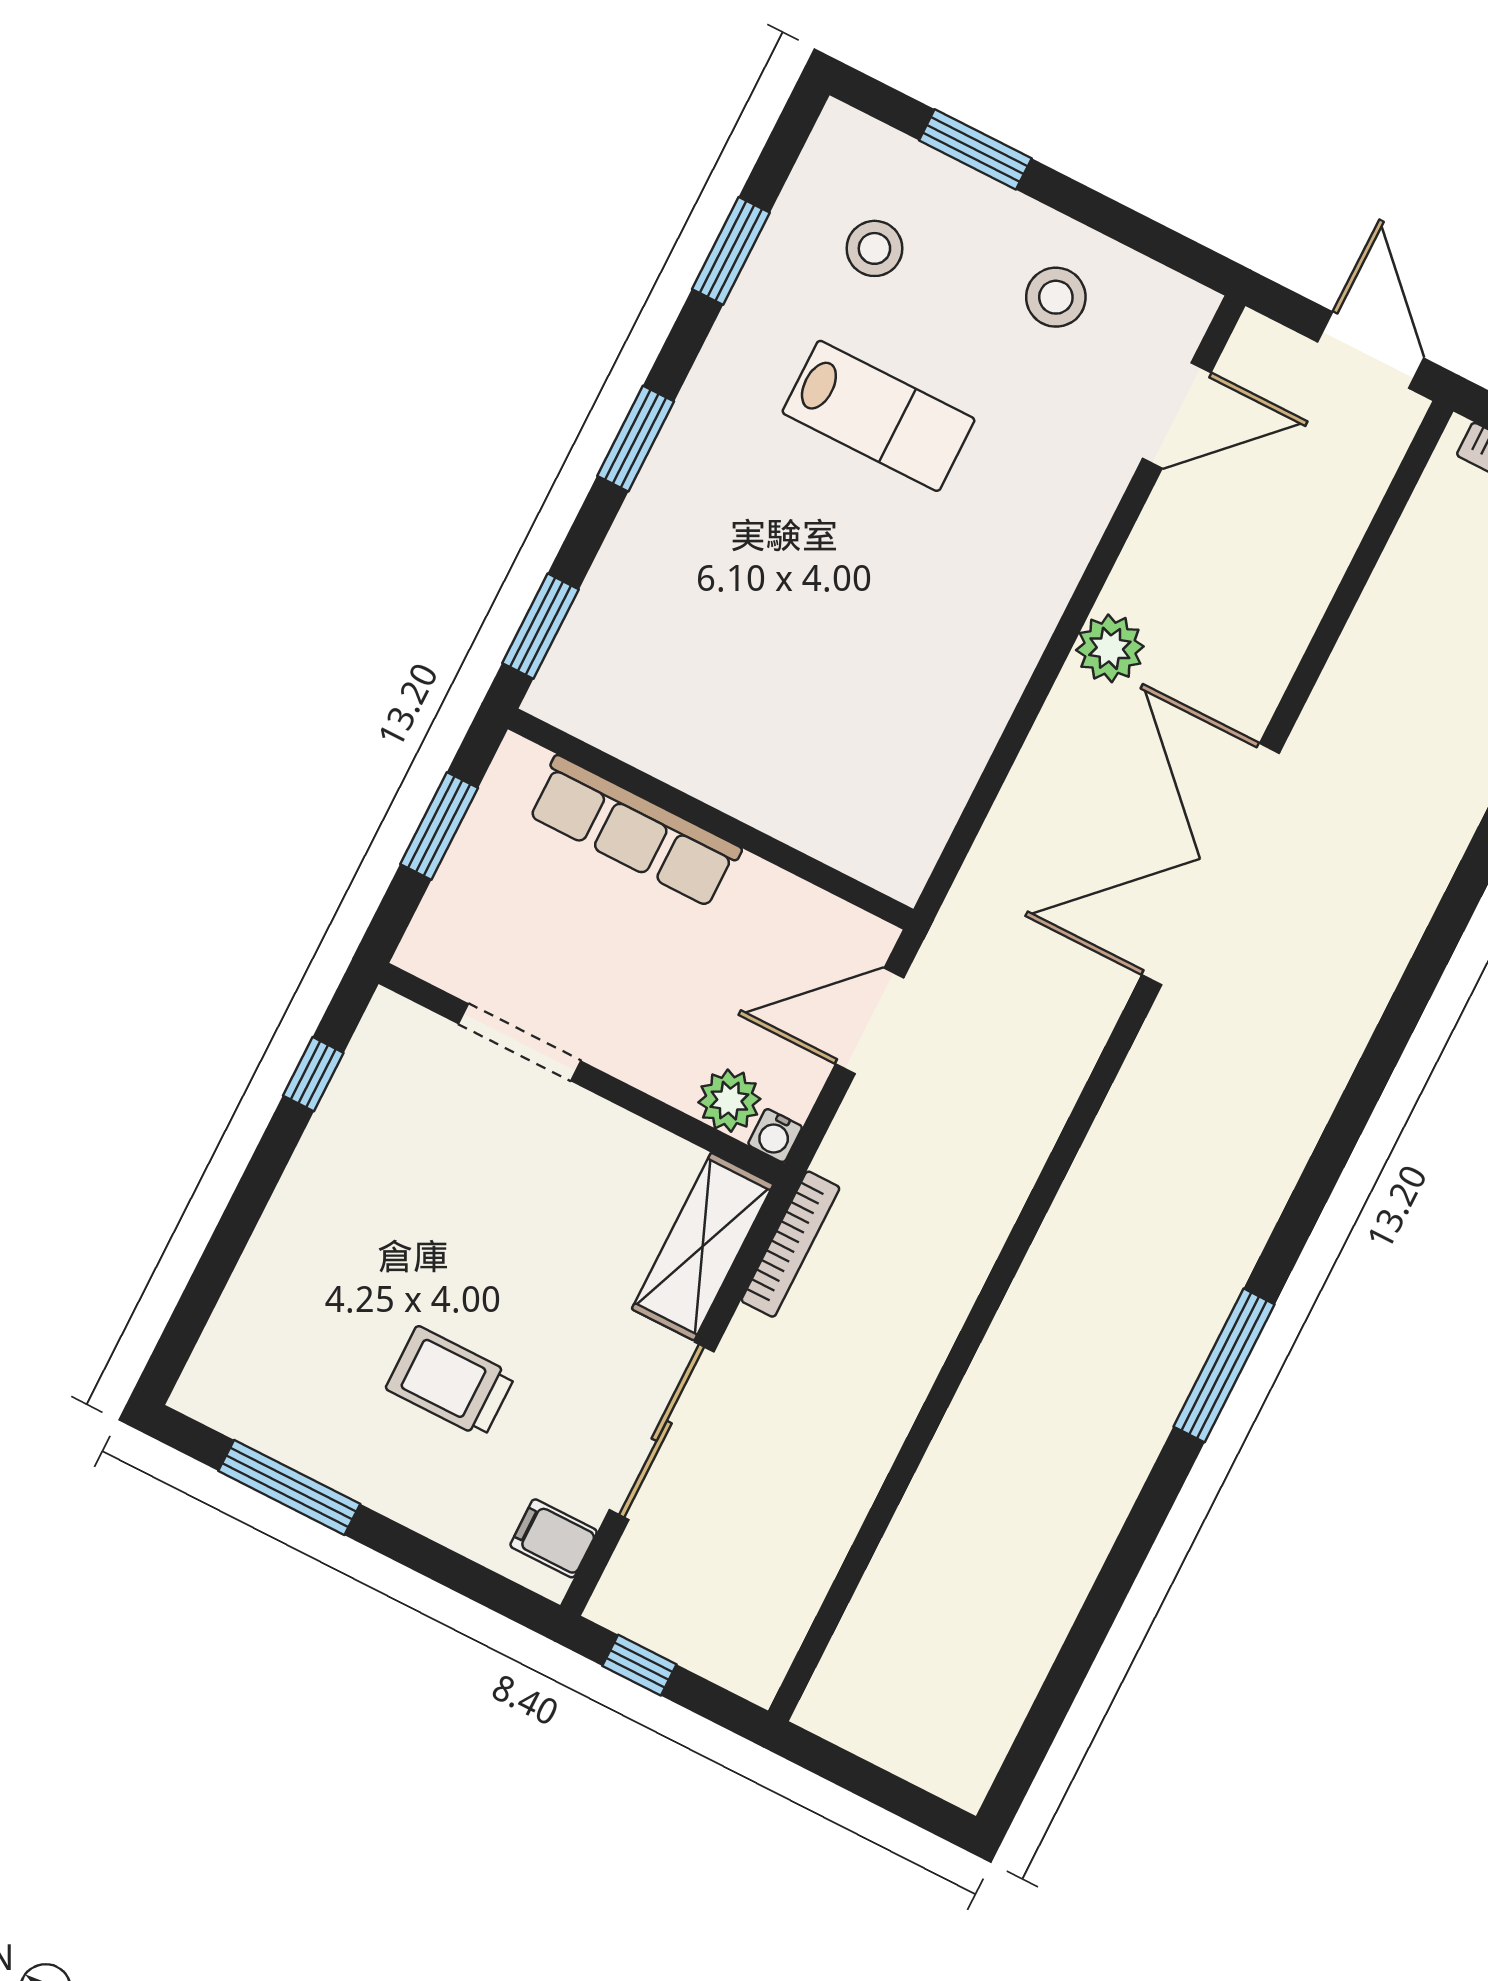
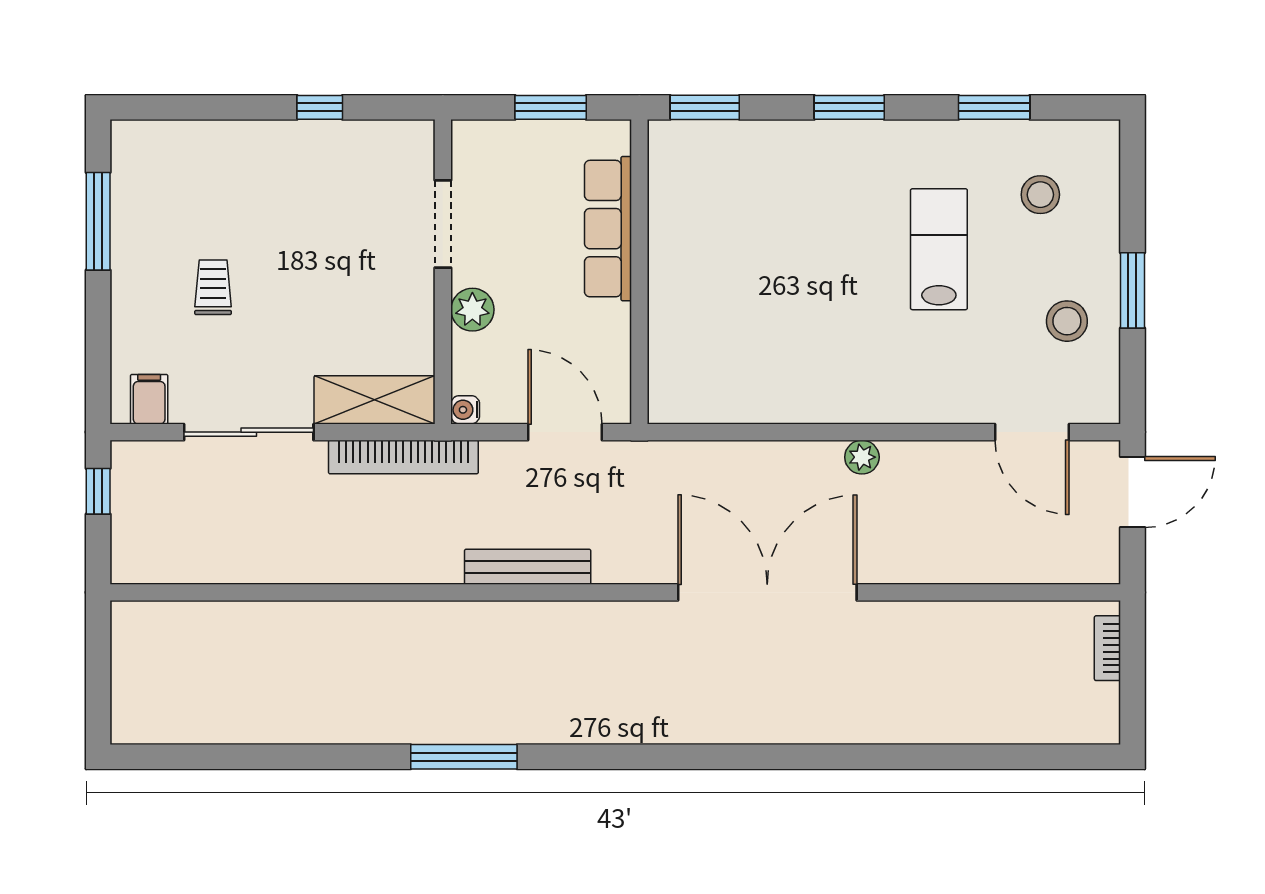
window: (975, 149) -> (1132, 290), moved
door: (1371, 350) -> (1132, 492), moved
lab bench: (879, 416) -> (939, 249), turned 180
plant: (1110, 648) -> (862, 457), width x0.73, depth x0.73
window: (313, 1074) -> (320, 107), moved
plant: (729, 1101) -> (472, 310), moved
bench: (1020, 1158) -> (528, 567), added
bookcase: (790, 1244) -> (403, 457), width x1.48, depth x1.31
trolley: (450, 1382) -> (213, 287), width x0.73, depth x0.72

